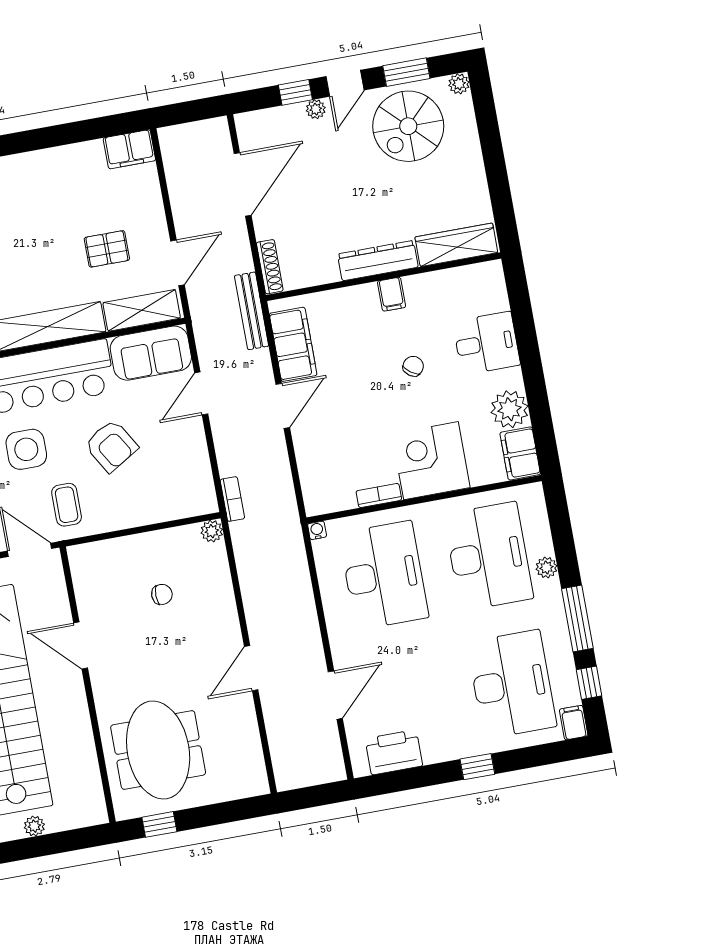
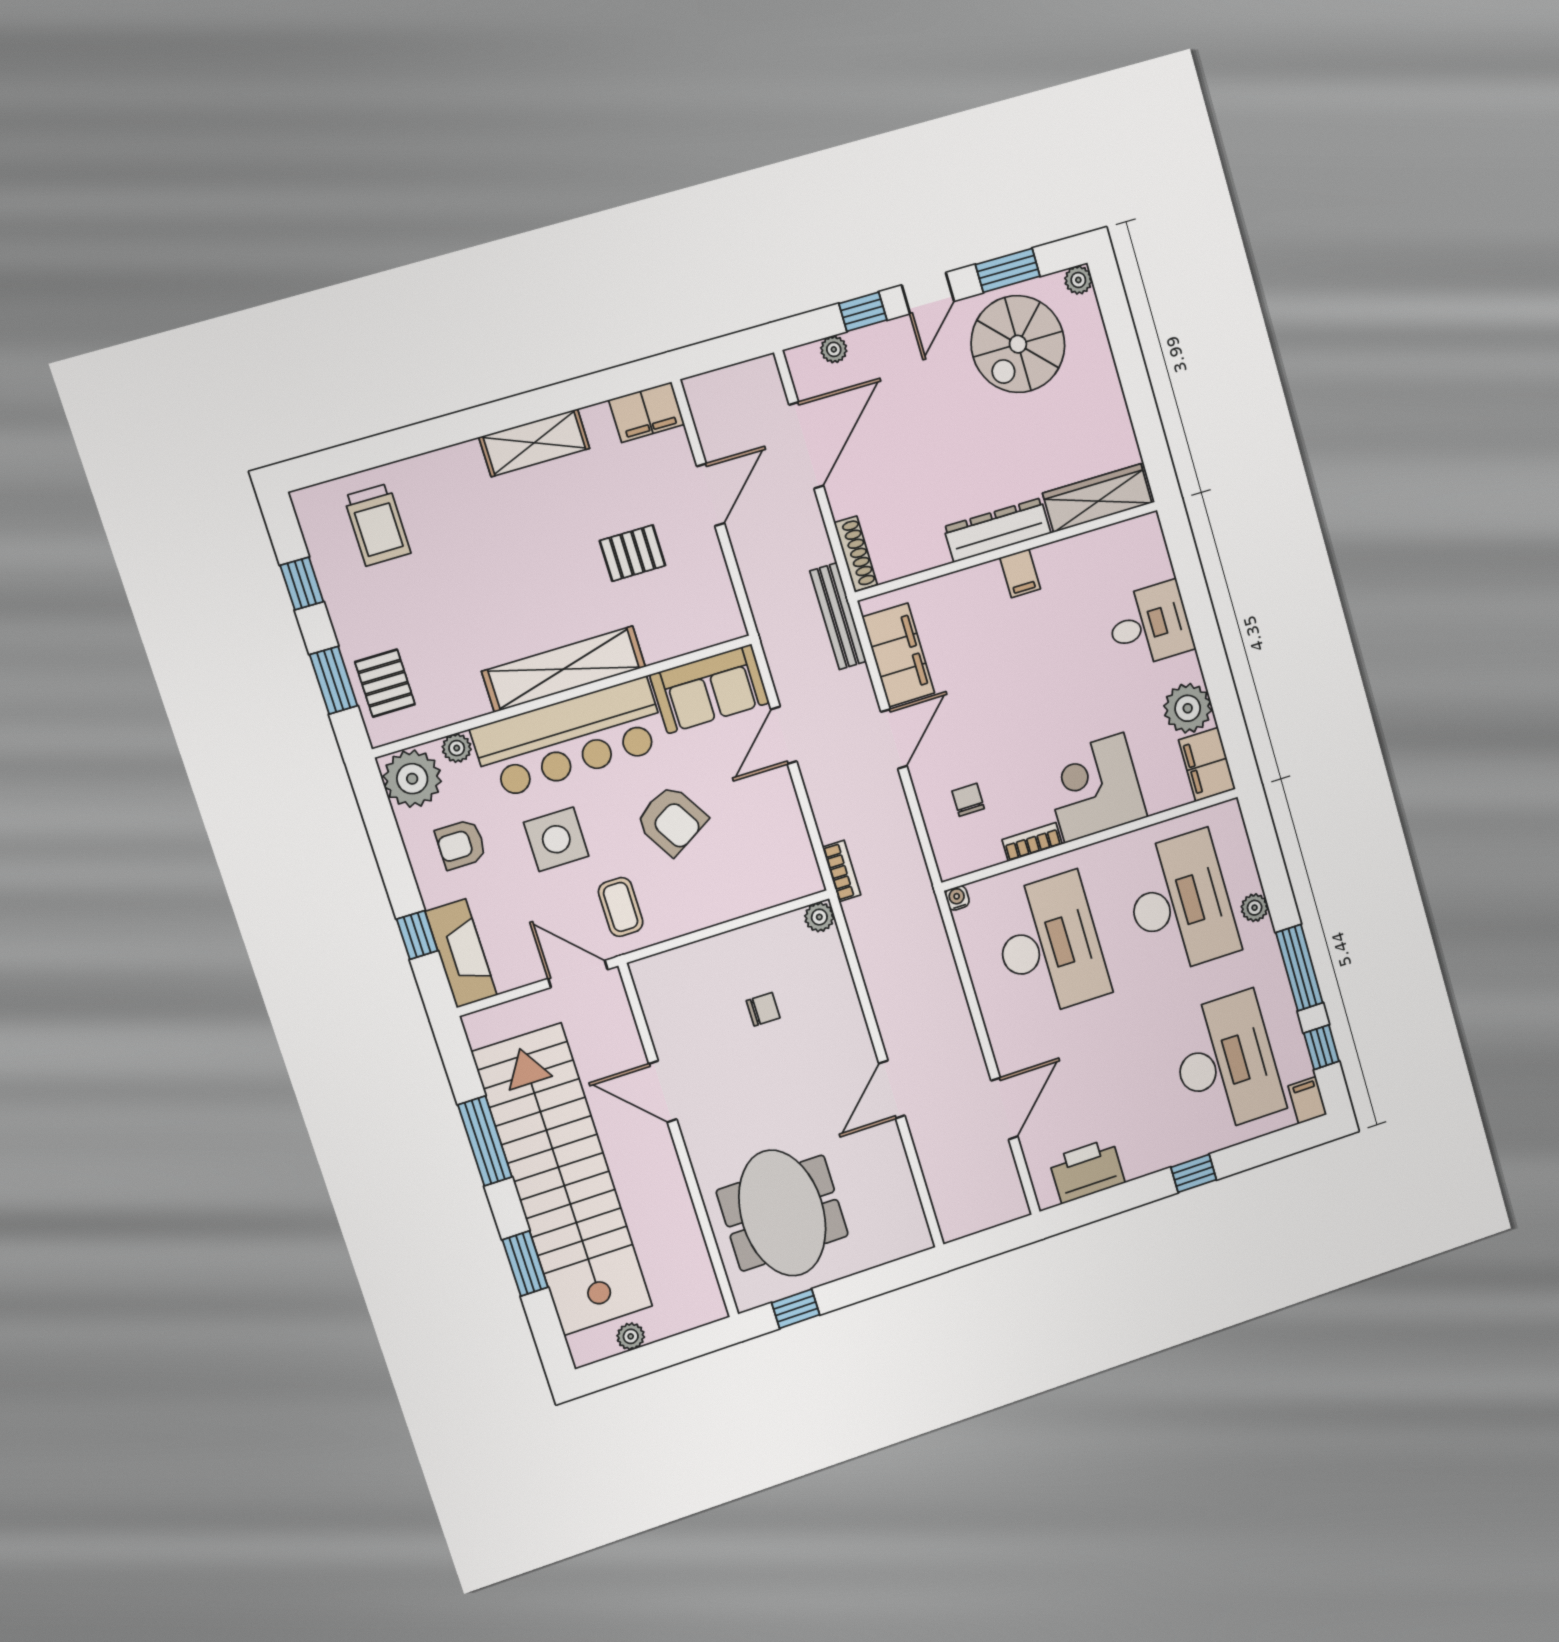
plant: (316, 109) -> (834, 349), moved
door: (177, 263) -> (711, 495), moved
shelving: (142, 310) -> (534, 443), moved
chair: (413, 366) -> (968, 800), moved, turned -36

